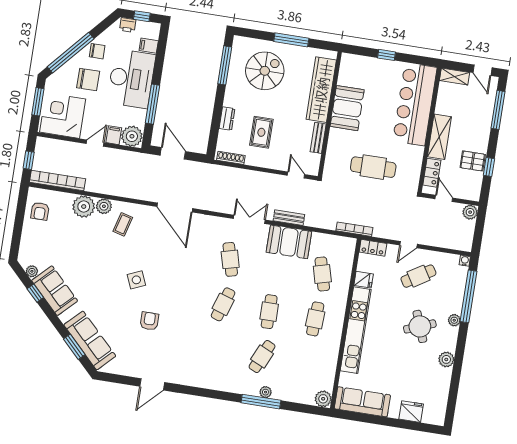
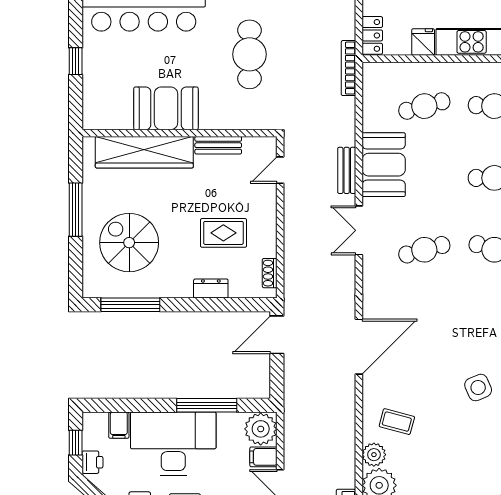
door: (173, 153) -> (277, 335), moved
shoe rack: (231, 158) -> (270, 273), width x0.70

